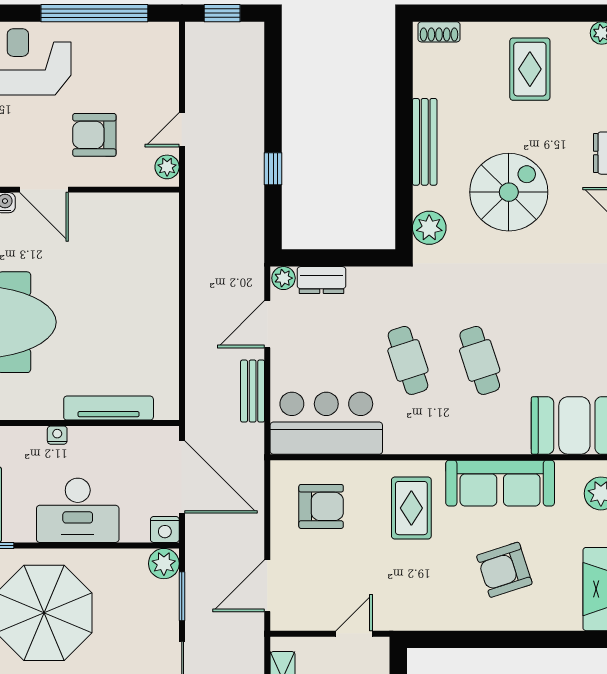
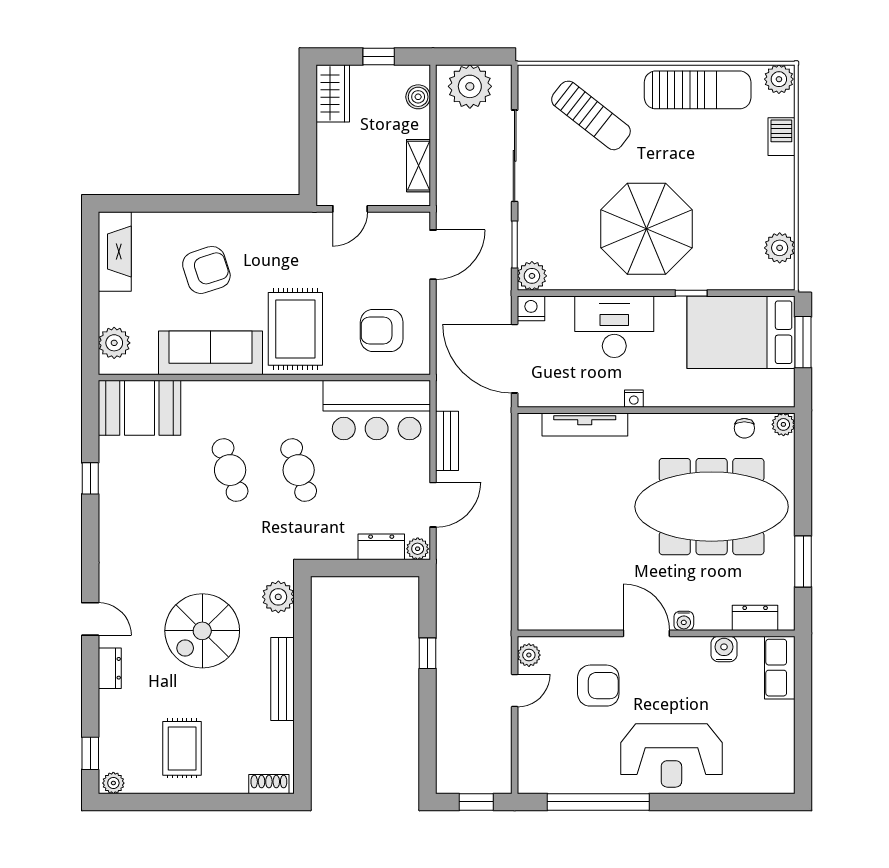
rug: (411, 508) -> (295, 329), width x1.36, depth x1.43

